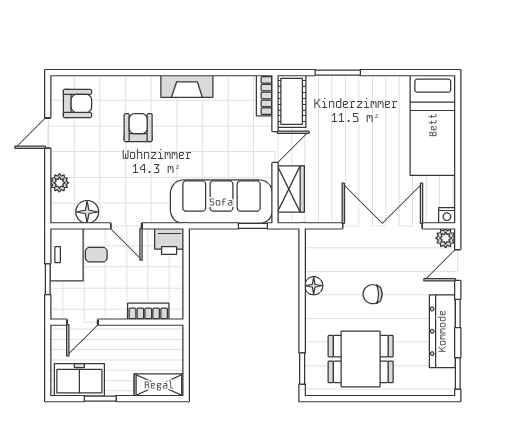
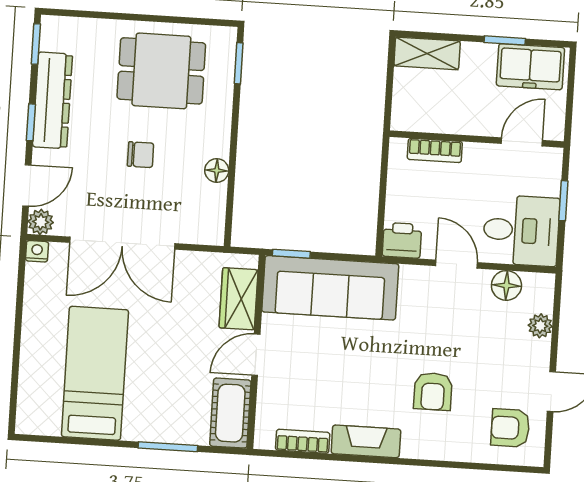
bookcase: (264, 95) -> (303, 441), moved, turned -90
bed: (433, 125) -> (95, 373), moved

